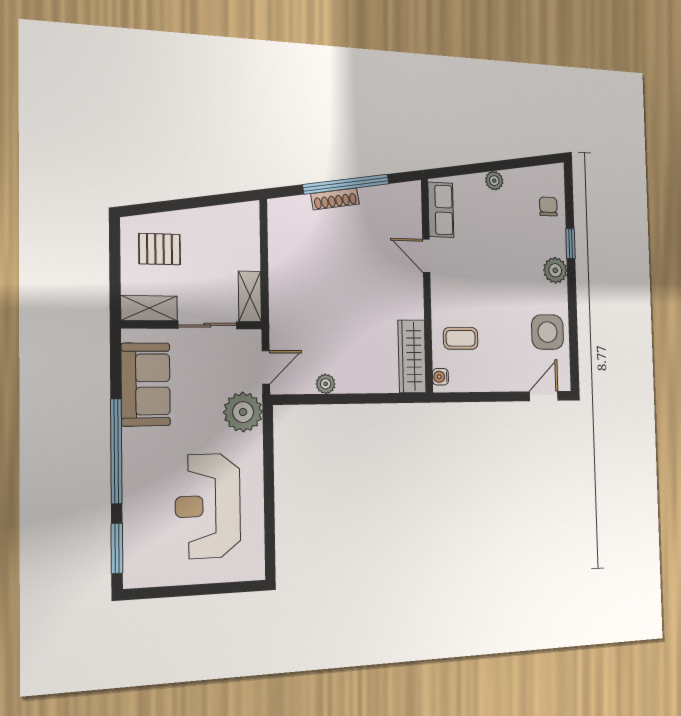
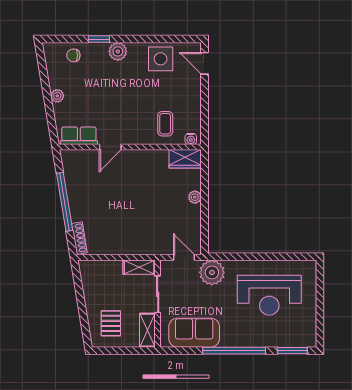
shoe rack: (335, 199) -> (79, 238), moved
wardrobe: (412, 356) -> (185, 159), width x0.67
plant: (326, 384) -> (195, 197), moved

